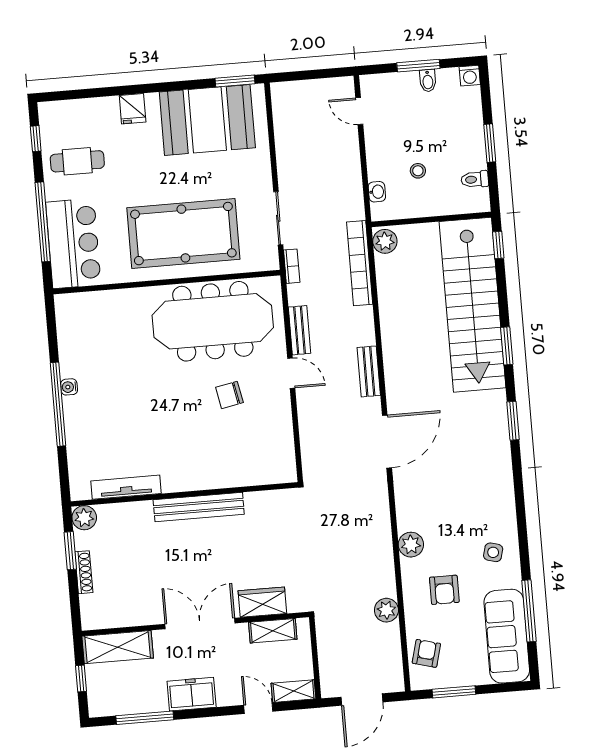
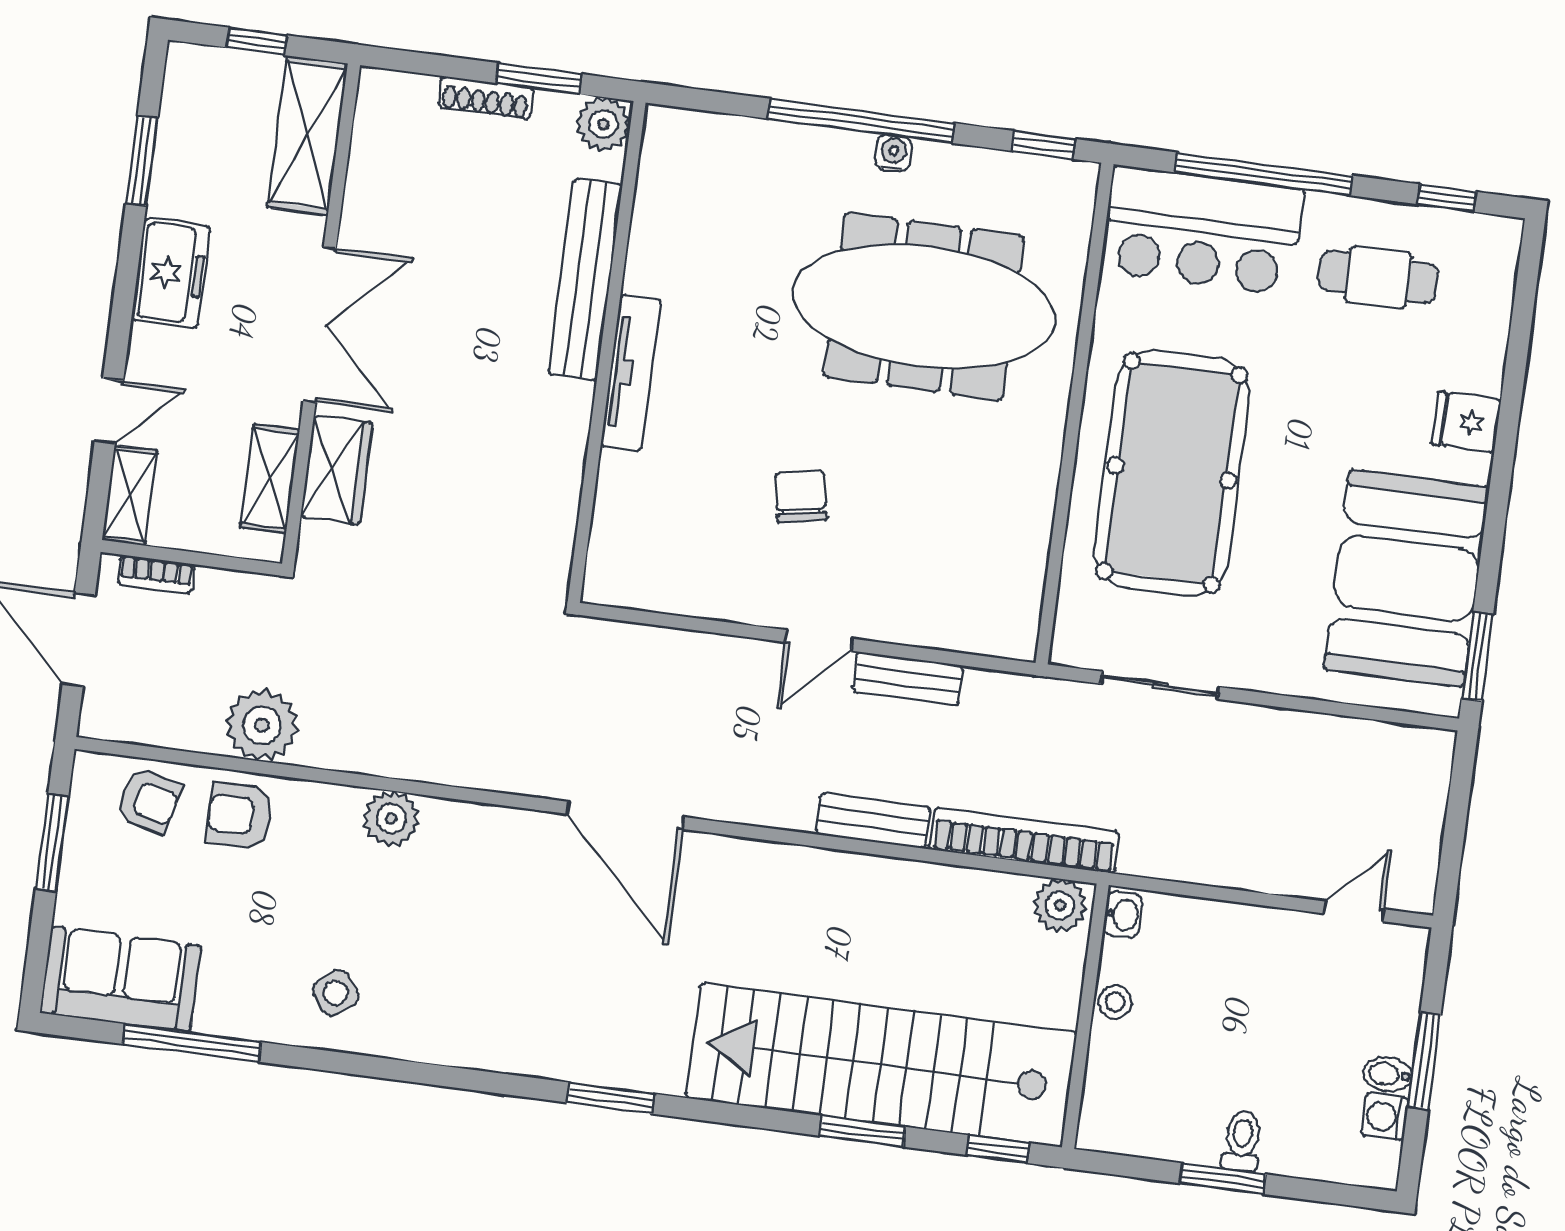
washing machine: (470, 76) -> (1385, 1116), moved
cafe table: (77, 161) -> (1378, 277), turned 90
stool: (418, 171) -> (1115, 1002), moved
toilet: (475, 179) -> (1242, 1141), moved
washbasin: (377, 192) -> (1123, 915), moved, turned -90
bookcase: (292, 266) -> (156, 574), moved
window: (51, 321) -> (1044, 145), added
meeting table: (213, 321) -> (924, 306), moved, turned 90
window: (507, 346) -> (862, 1131), moved
bench: (369, 371) -> (873, 821), moved
tv unit: (126, 487) -> (631, 373), moved
bench: (199, 507) -> (585, 279), moved
side table: (493, 552) -> (336, 993), turned 38
armchair: (444, 590) -> (239, 815), moved
plant: (386, 610) -> (262, 725), width x1.36, depth x1.36
sofa: (507, 636) -> (121, 979), width x0.73
window: (145, 718) -> (142, 161), width x0.69

